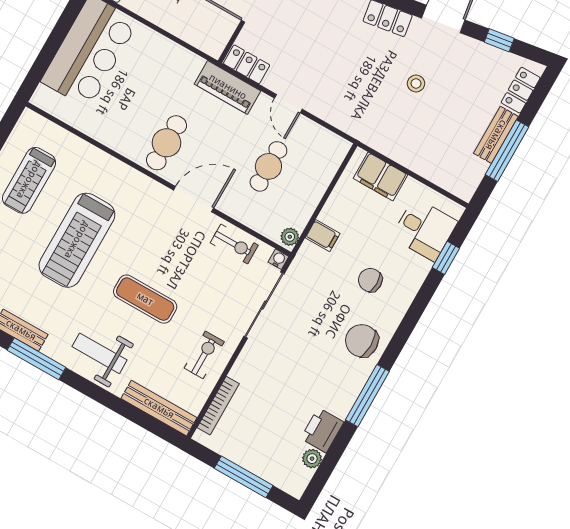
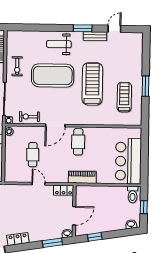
piano: (228, 87) -> (82, 177), moved
exercise mat: (145, 299) -> (53, 75), width x2.00, depth x1.45
weight bench: (100, 353) -> (59, 44), turned 180
window: (36, 359) -> (83, 28), width x0.69
bench: (159, 408) -> (24, 35), removed

